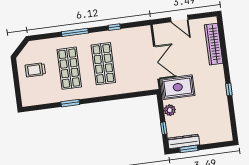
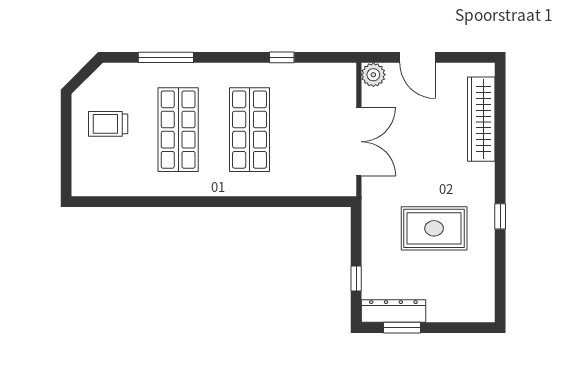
window: (75, 32) -> (166, 57), moved
rug: (178, 87) -> (434, 228), moved
window: (70, 103) -> (171, 202), removed
plant: (170, 110) -> (373, 75), moved

